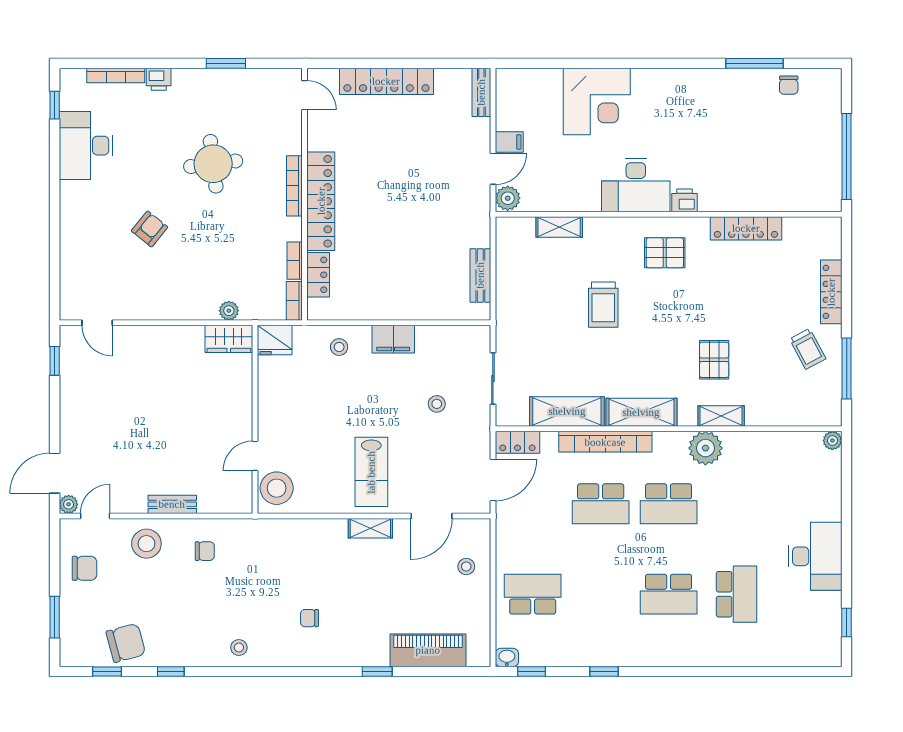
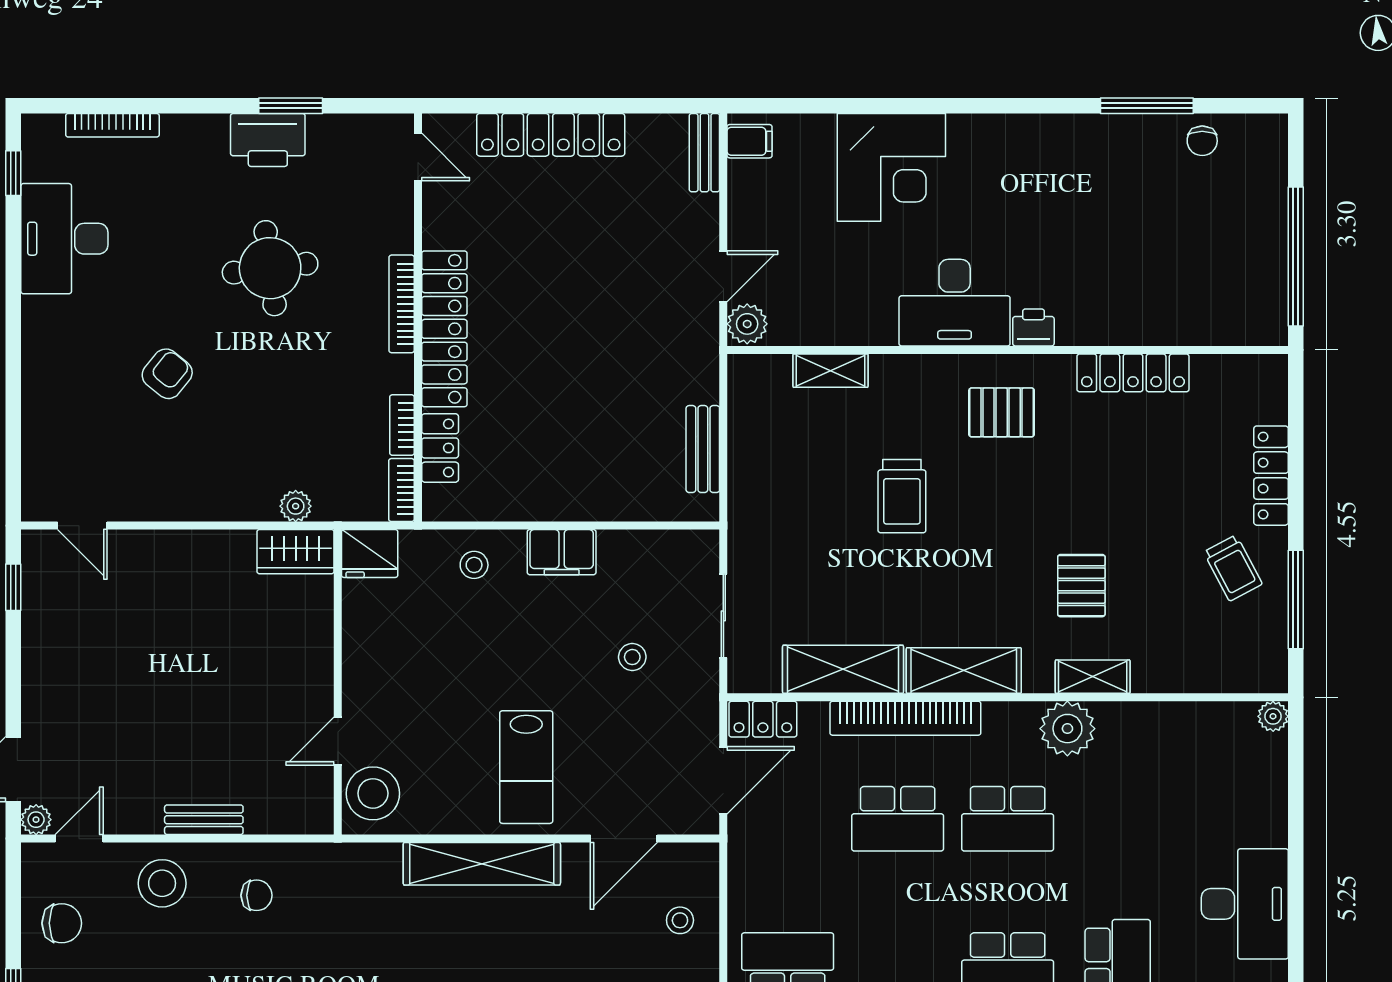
printer: (159, 79) -> (268, 140), moved, width x1.87, depth x1.48
filing cabinet: (509, 142) -> (750, 141), moved
shelving: (370, 528) -> (482, 864), width x2.20, depth x1.33

